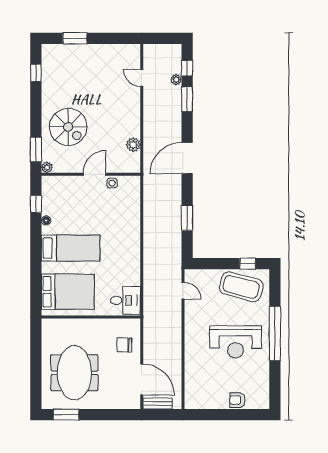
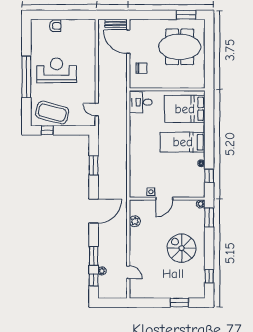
spiral stairs: (68, 127) -> (182, 248), moved
meeting table: (74, 373) -> (180, 47), turned 90

